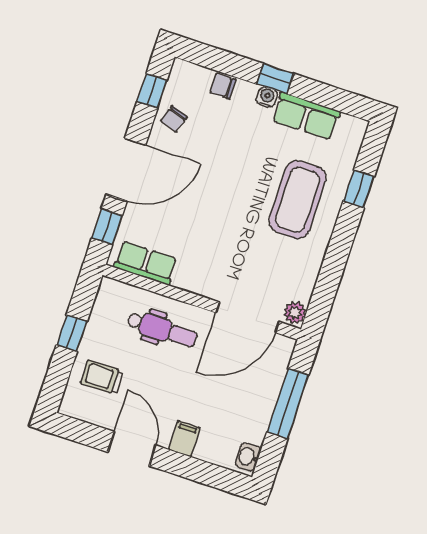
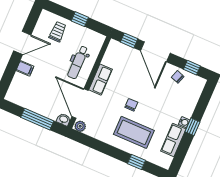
chair: (223, 86) -> (131, 105), moved
row of seats: (146, 263) -> (101, 80), moved
washbasin: (248, 457) -> (64, 119), moved

